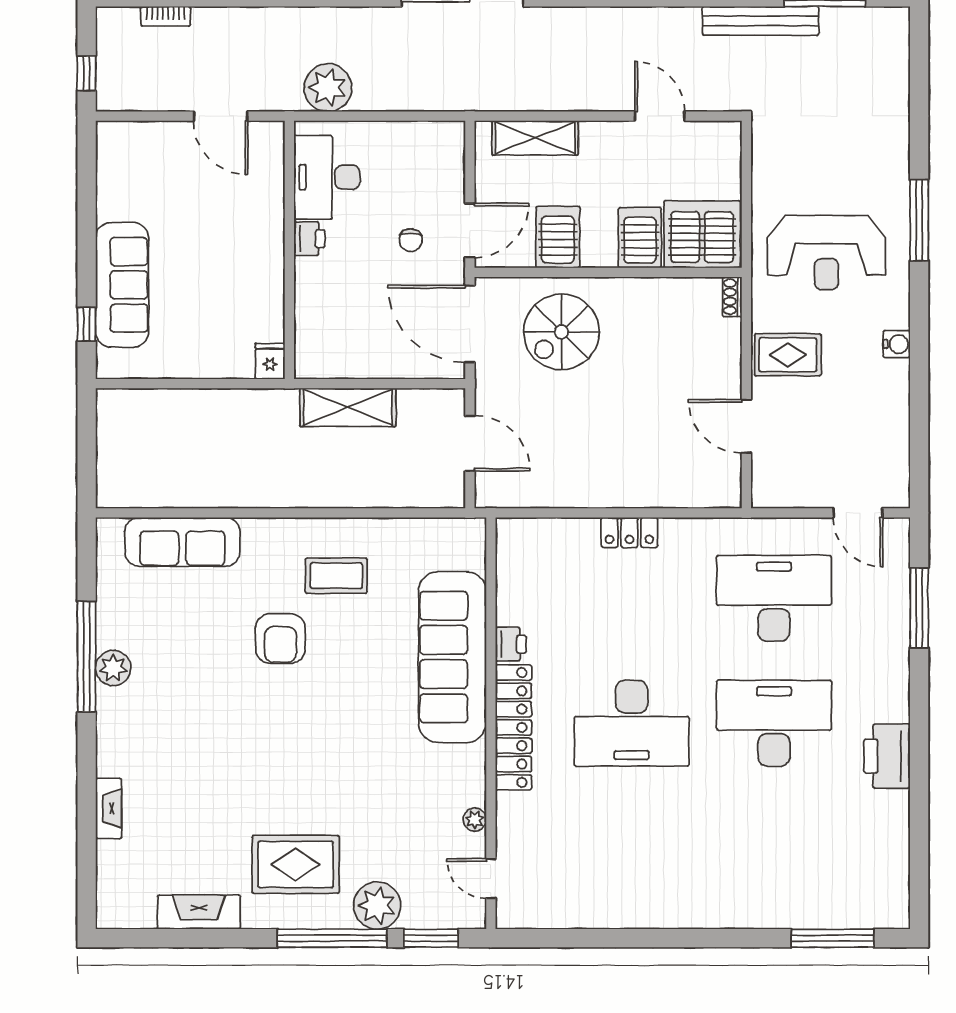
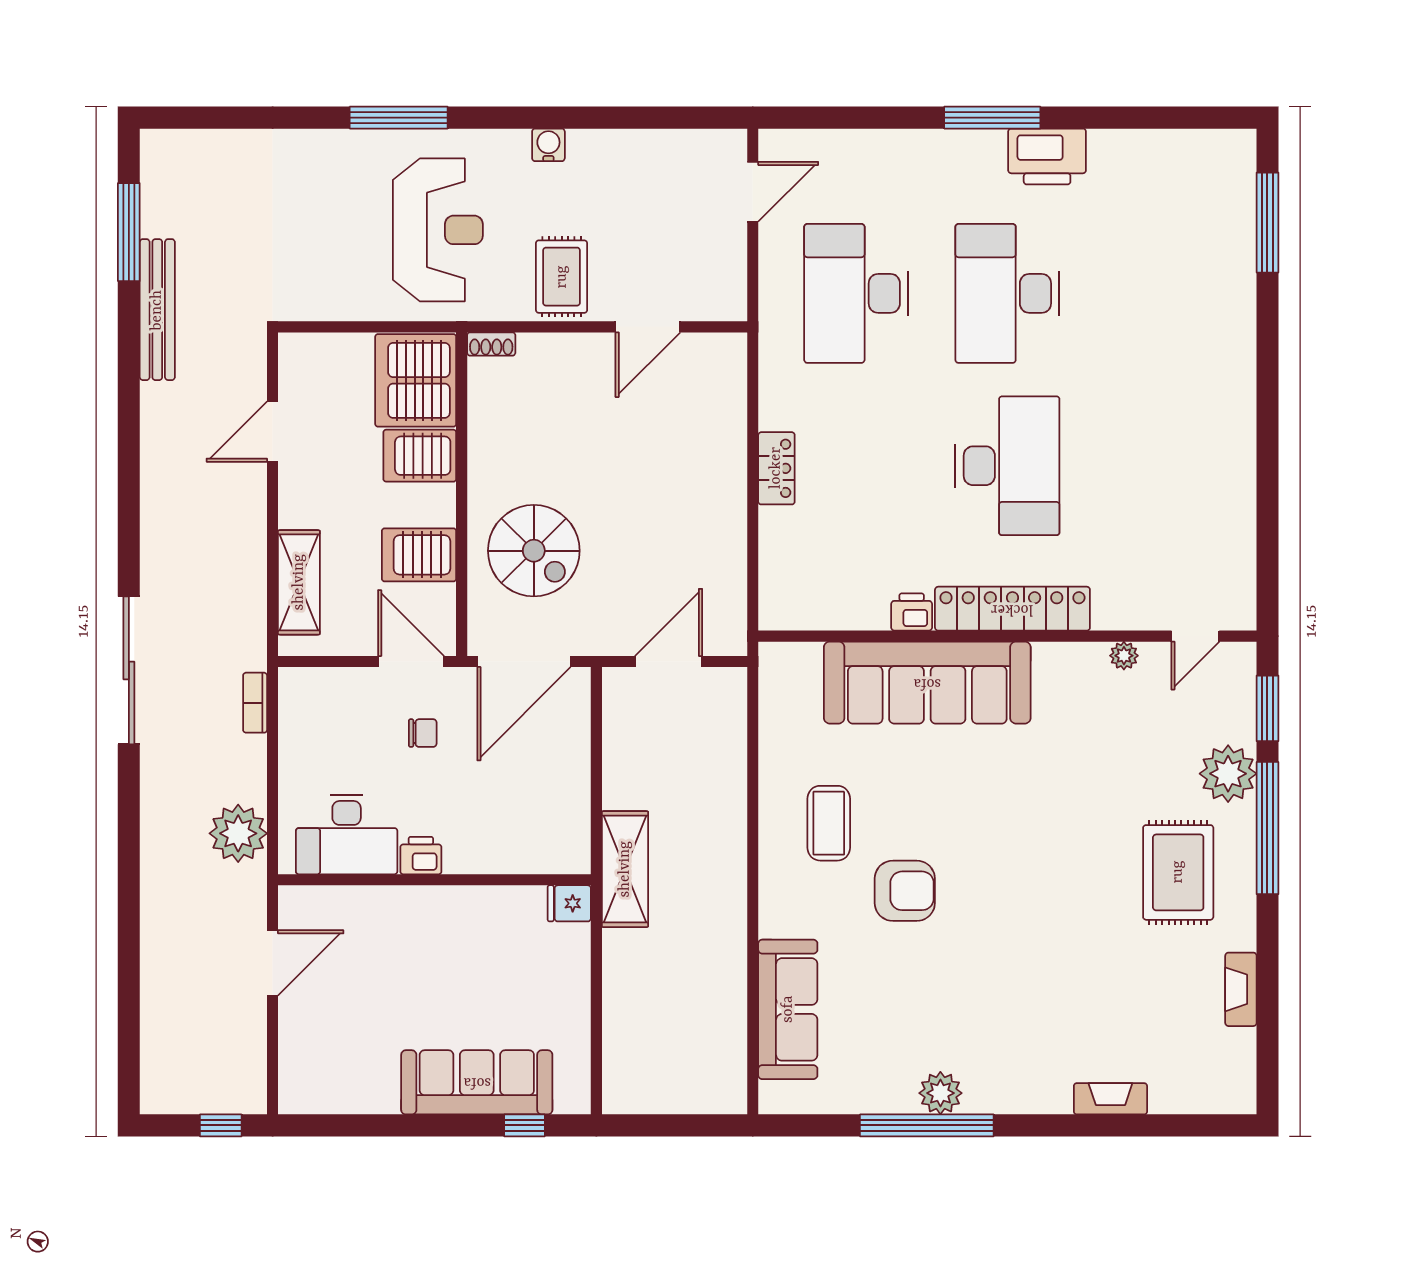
bookcase: (165, 16) -> (255, 703), moved, turned 180
shelving: (348, 407) -> (625, 869), moved
window: (919, 608) -> (992, 118), moved
fireplace: (199, 912) -> (1241, 989), width x0.73, depth x0.76

